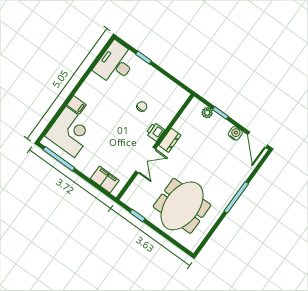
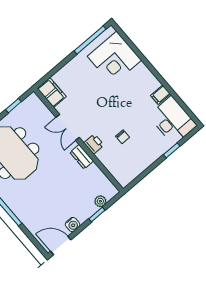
filing cabinet: (76, 105) -> (160, 95), moved
filing cabinet: (105, 179) -> (52, 93), moved, turned -90

